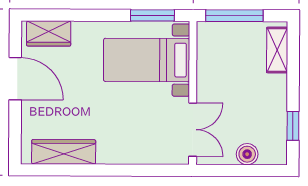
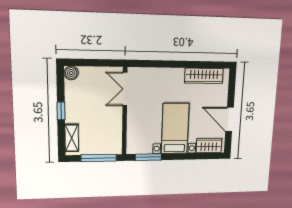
bed with nightstands: (147, 60) -> (175, 129), moved, turned -90
window: (293, 126) -> (61, 111), moved
boiler: (247, 154) -> (71, 73), moved

